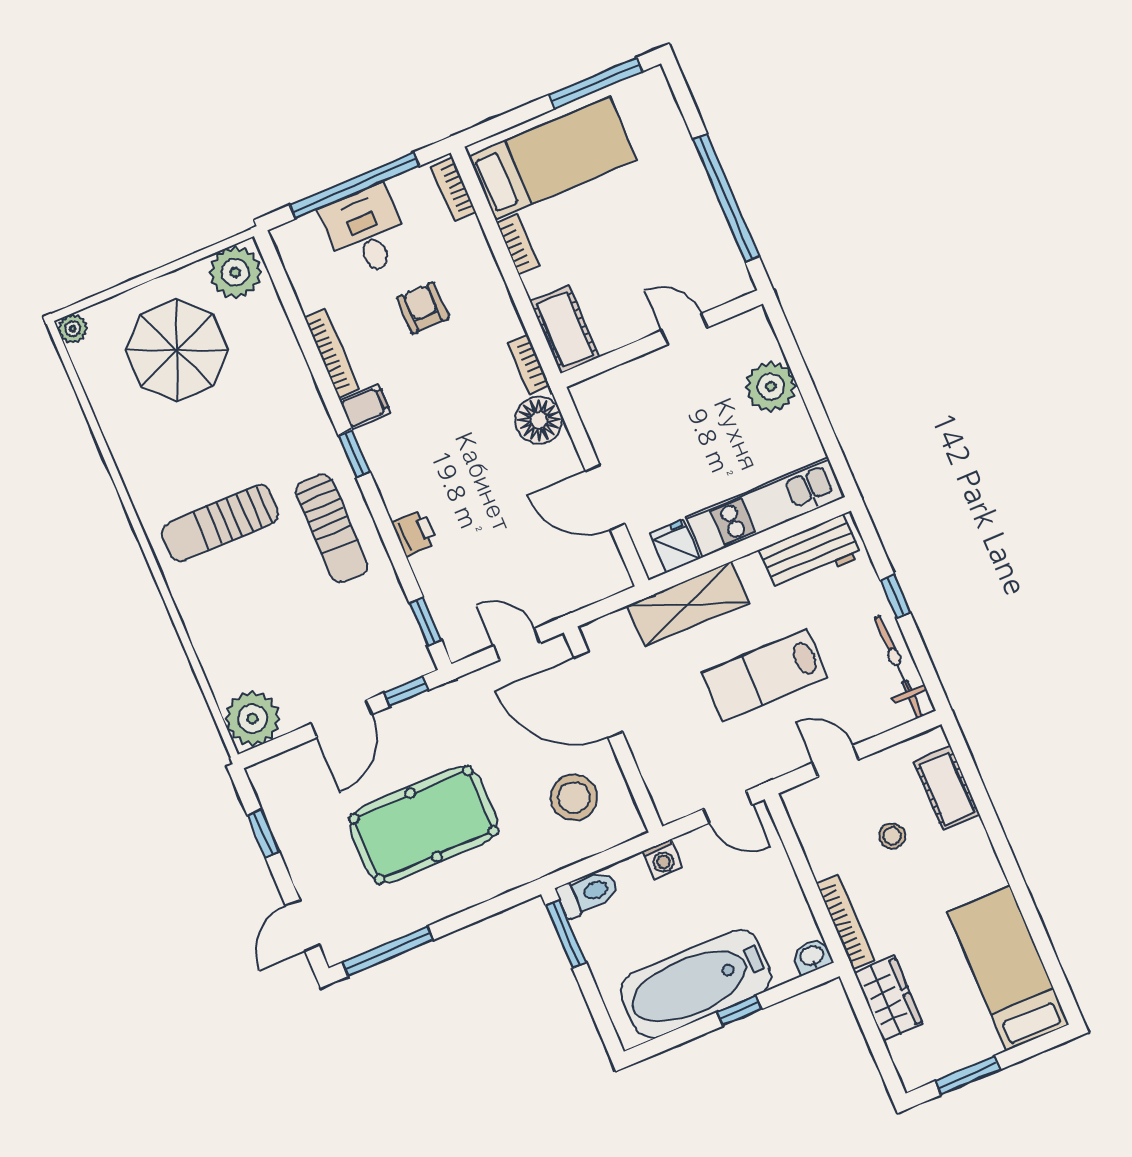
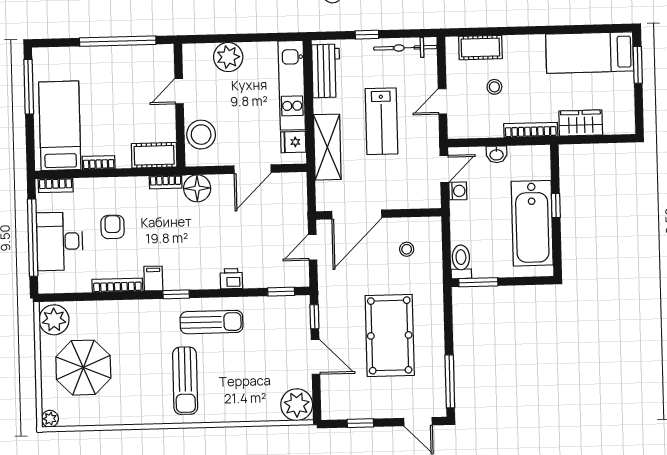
desk: (366, 232) -> (60, 241), width x1.37
armchair: (423, 308) -> (113, 227), turned 90
stool: (628, 392) -> (201, 135), added
stool: (574, 797) -> (407, 249), width x0.53, depth x0.53
washing machine: (662, 859) -> (458, 191), moved
washbasin: (812, 956) -> (497, 154), moved, turned -90
window: (967, 1075) -> (638, 65), moved

